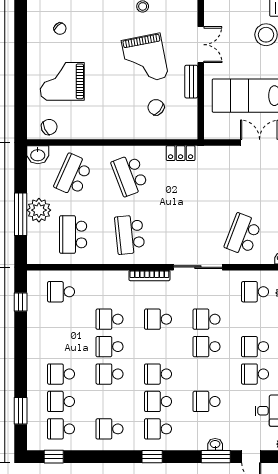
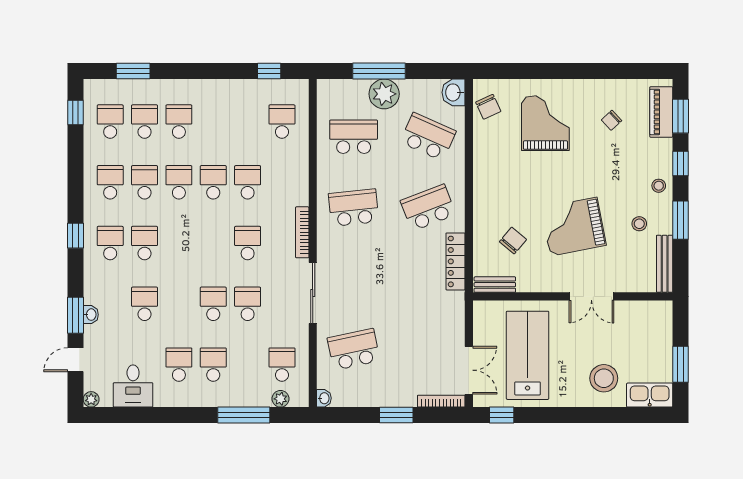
bench: (191, 82) -> (495, 285), moved
locker: (181, 153) -> (455, 261), width x1.53
school desk: (243, 235) -> (354, 349), turned -33
school desk: (158, 374) -> (145, 182), moved

